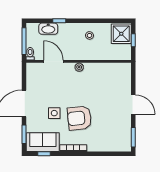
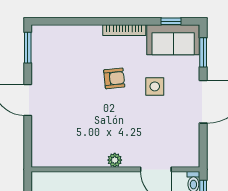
armchair: (79, 118) -> (114, 78), width x0.53, depth x0.53

